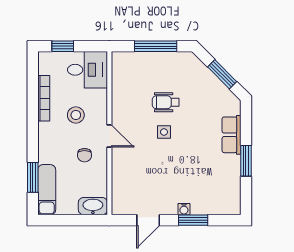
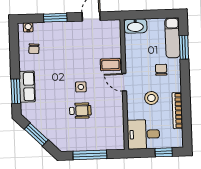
chair: (84, 155) -> (161, 70), moved
coffee table: (126, 159) -> (110, 65), added
window: (246, 161) -> (16, 91), moved
chair: (221, 182) -> (34, 49), added
water cooler: (184, 209) -> (28, 27), moved

